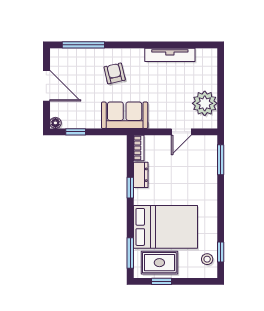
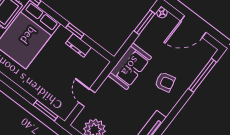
window: (76, 132) -> (145, 22), width x1.50
bookcase: (139, 148) -> (99, 58), removed

